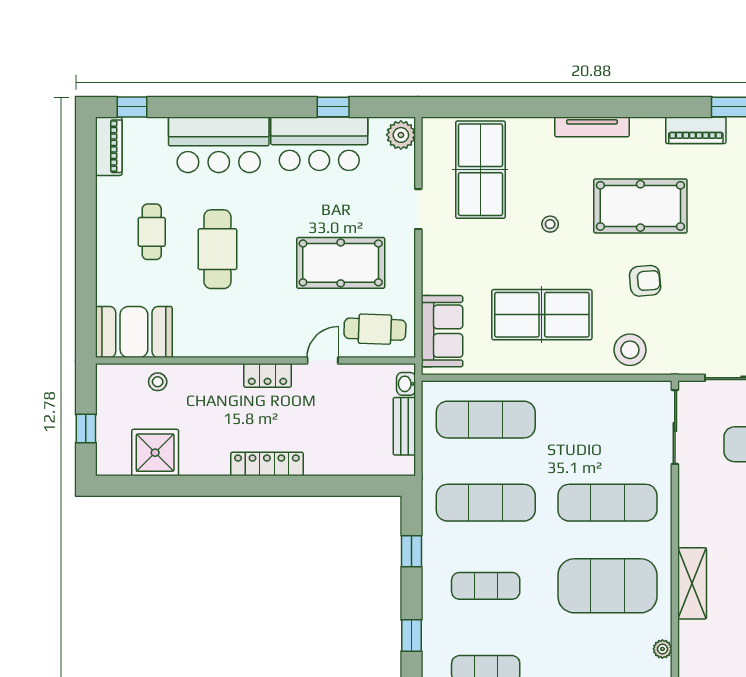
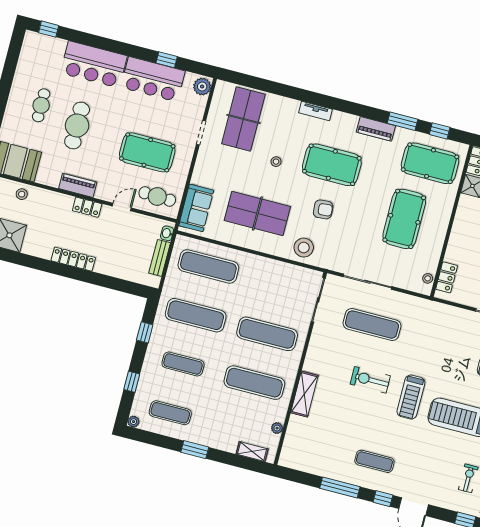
tv unit: (592, 127) -> (315, 111), width x0.71
piano: (109, 146) -> (78, 185), moved, turned -90
exercise mat: (607, 586) -> (254, 383), width x0.68

